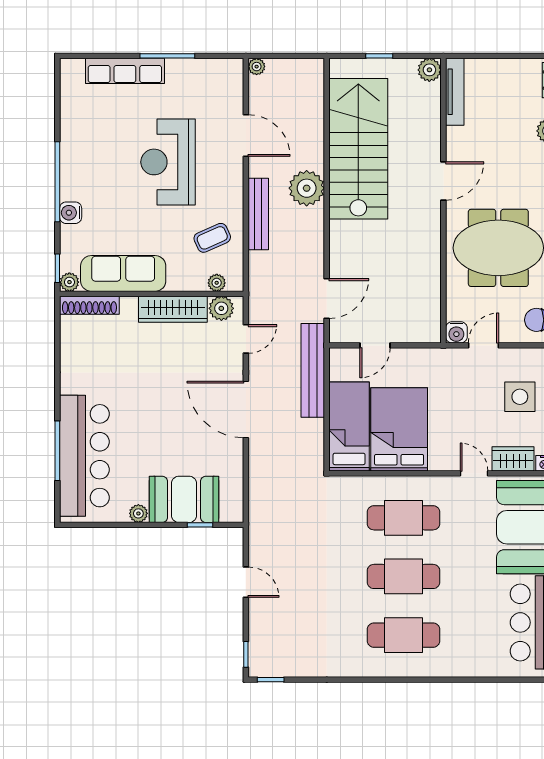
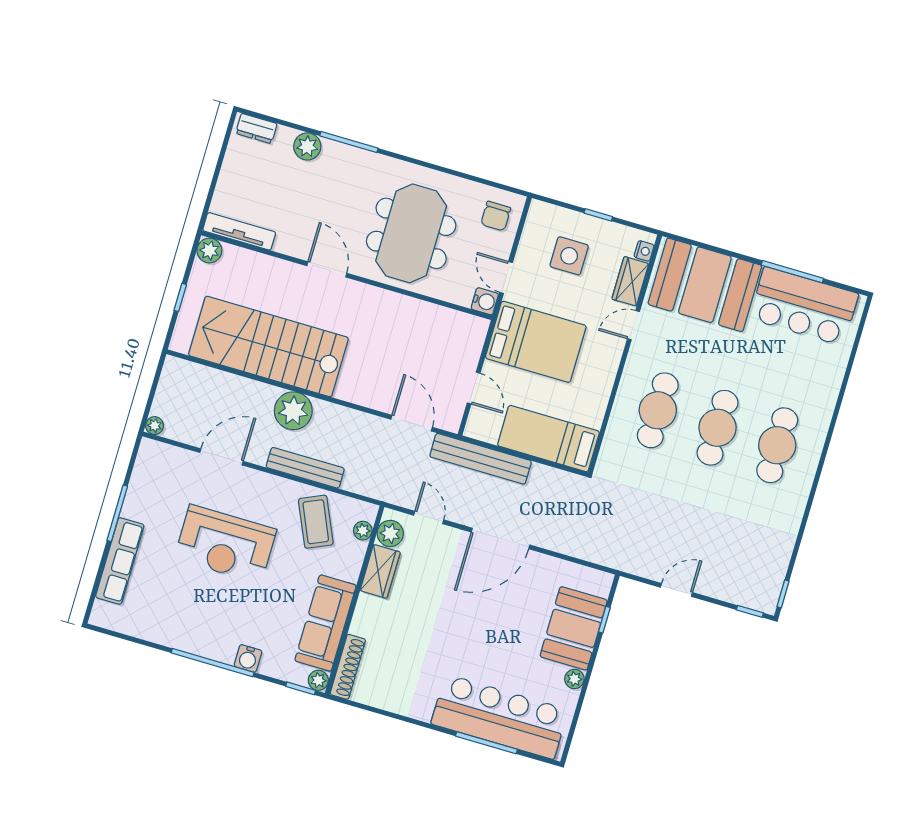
coffee table: (212, 238) -> (316, 522), width x1.36, depth x1.30
wardrobe: (173, 309) -> (380, 571), width x0.67
bed: (399, 429) -> (536, 342), moved, turned 180

